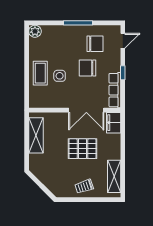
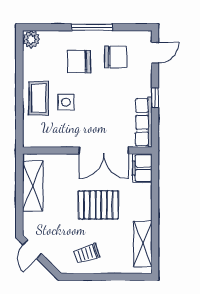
chair: (87, 68) -> (79, 62), moved
door: (36, 180) -> (32, 249), added
trolley: (84, 186) -> (87, 253), moved

